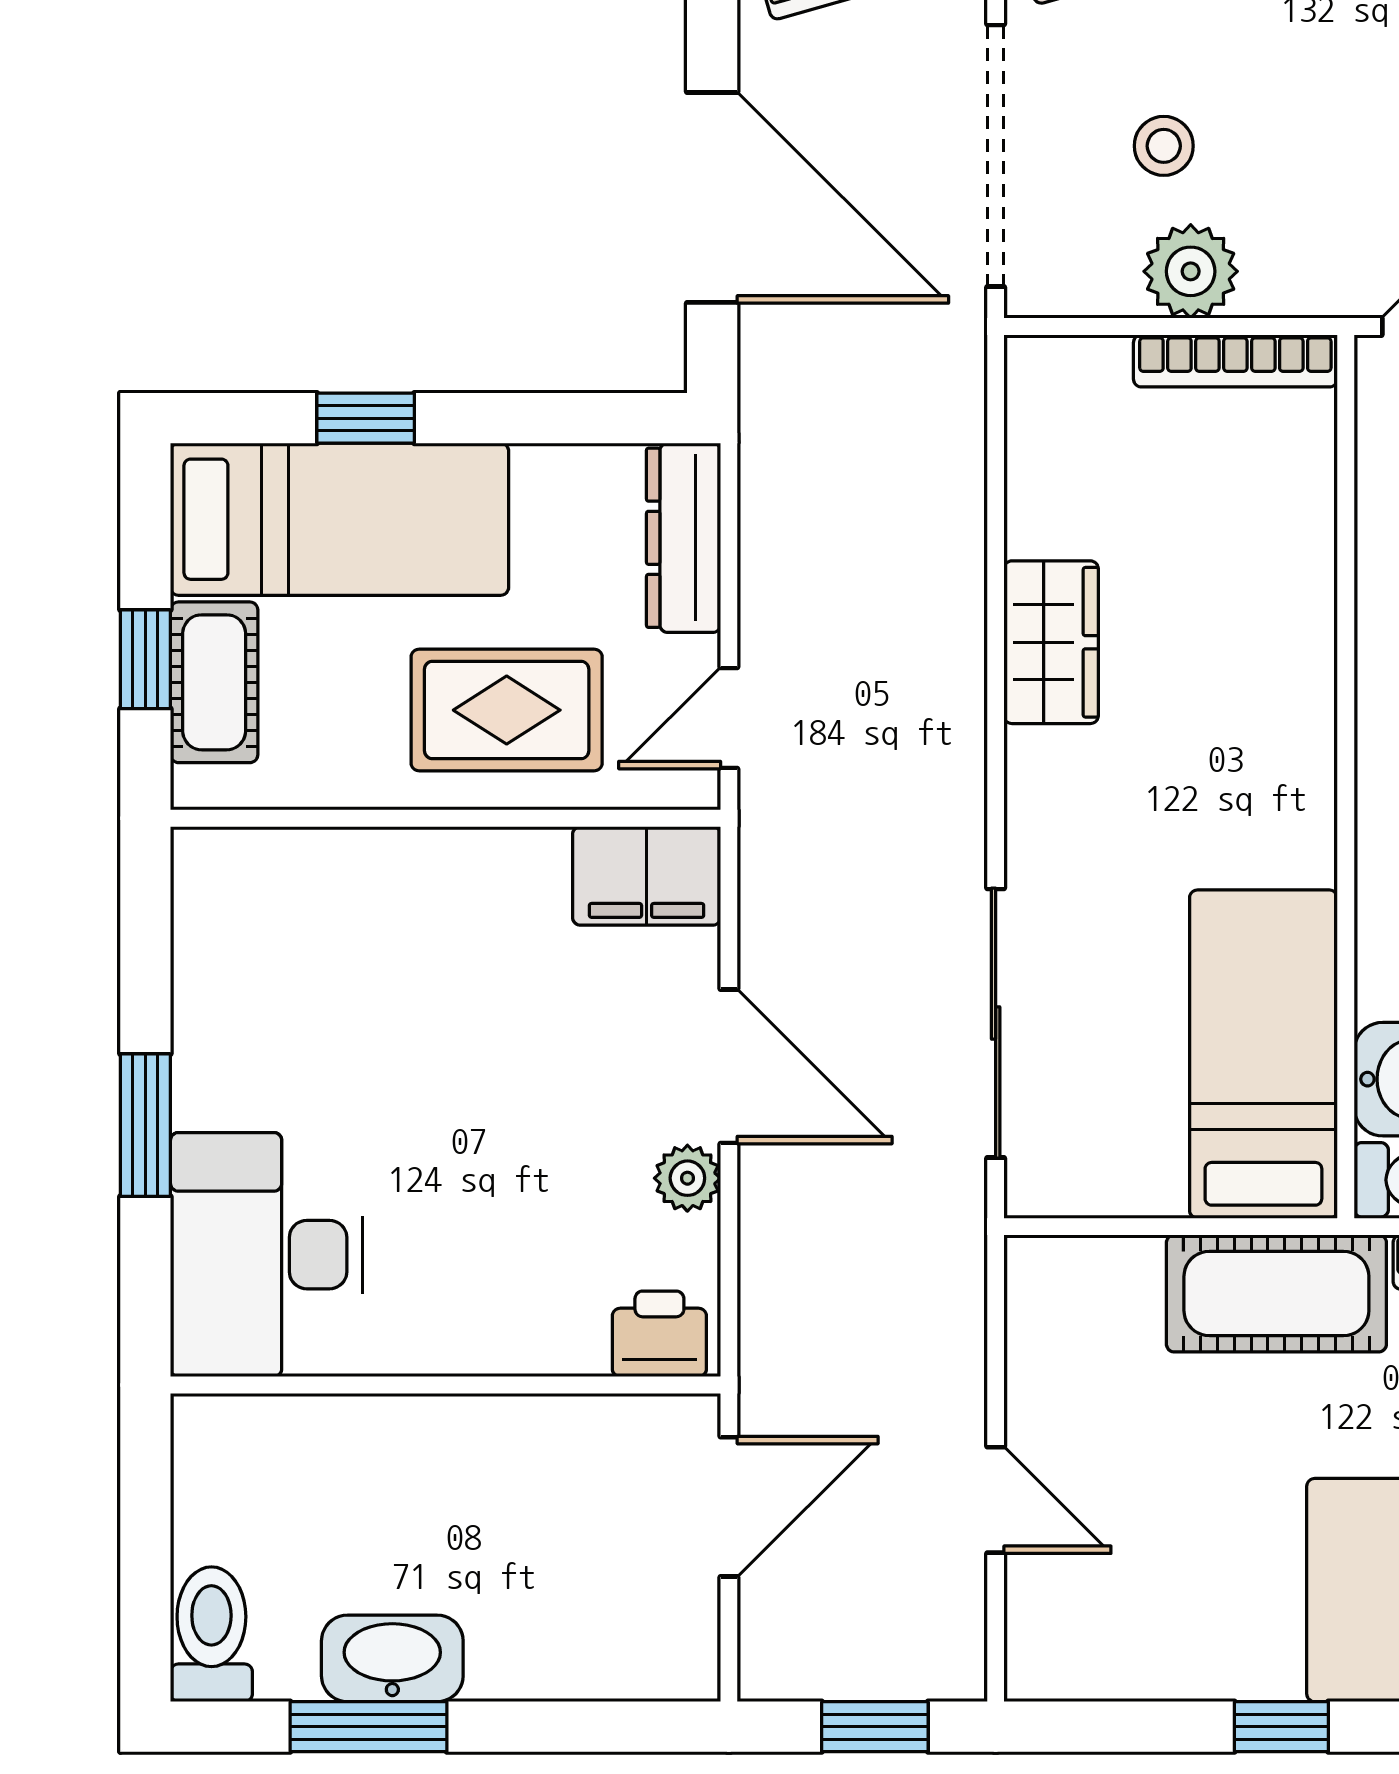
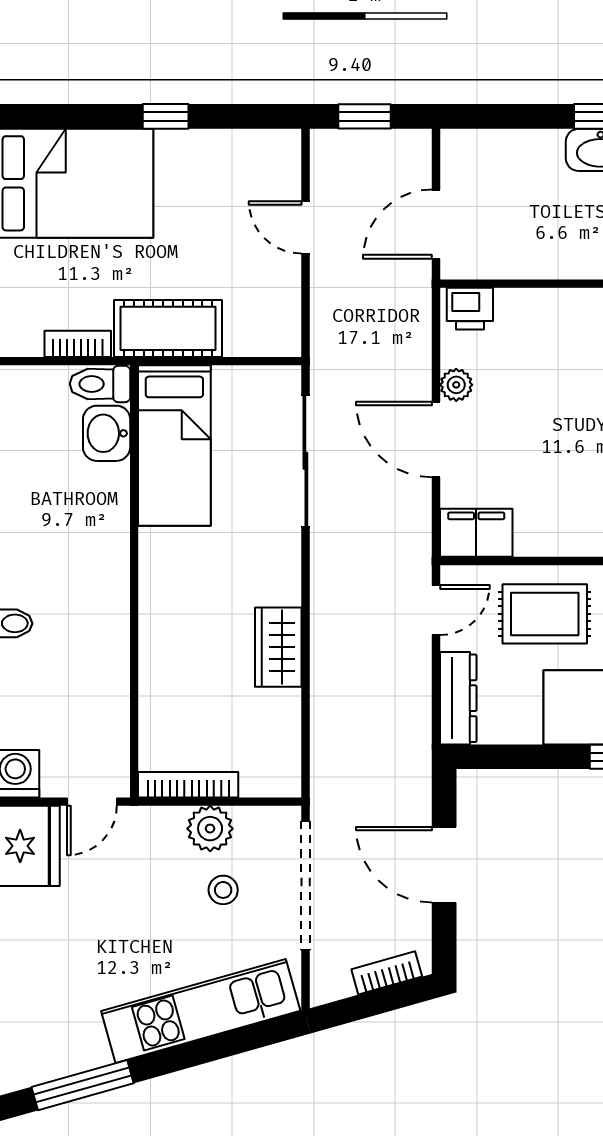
door: (712, 197) -> (444, 865), width x0.73

